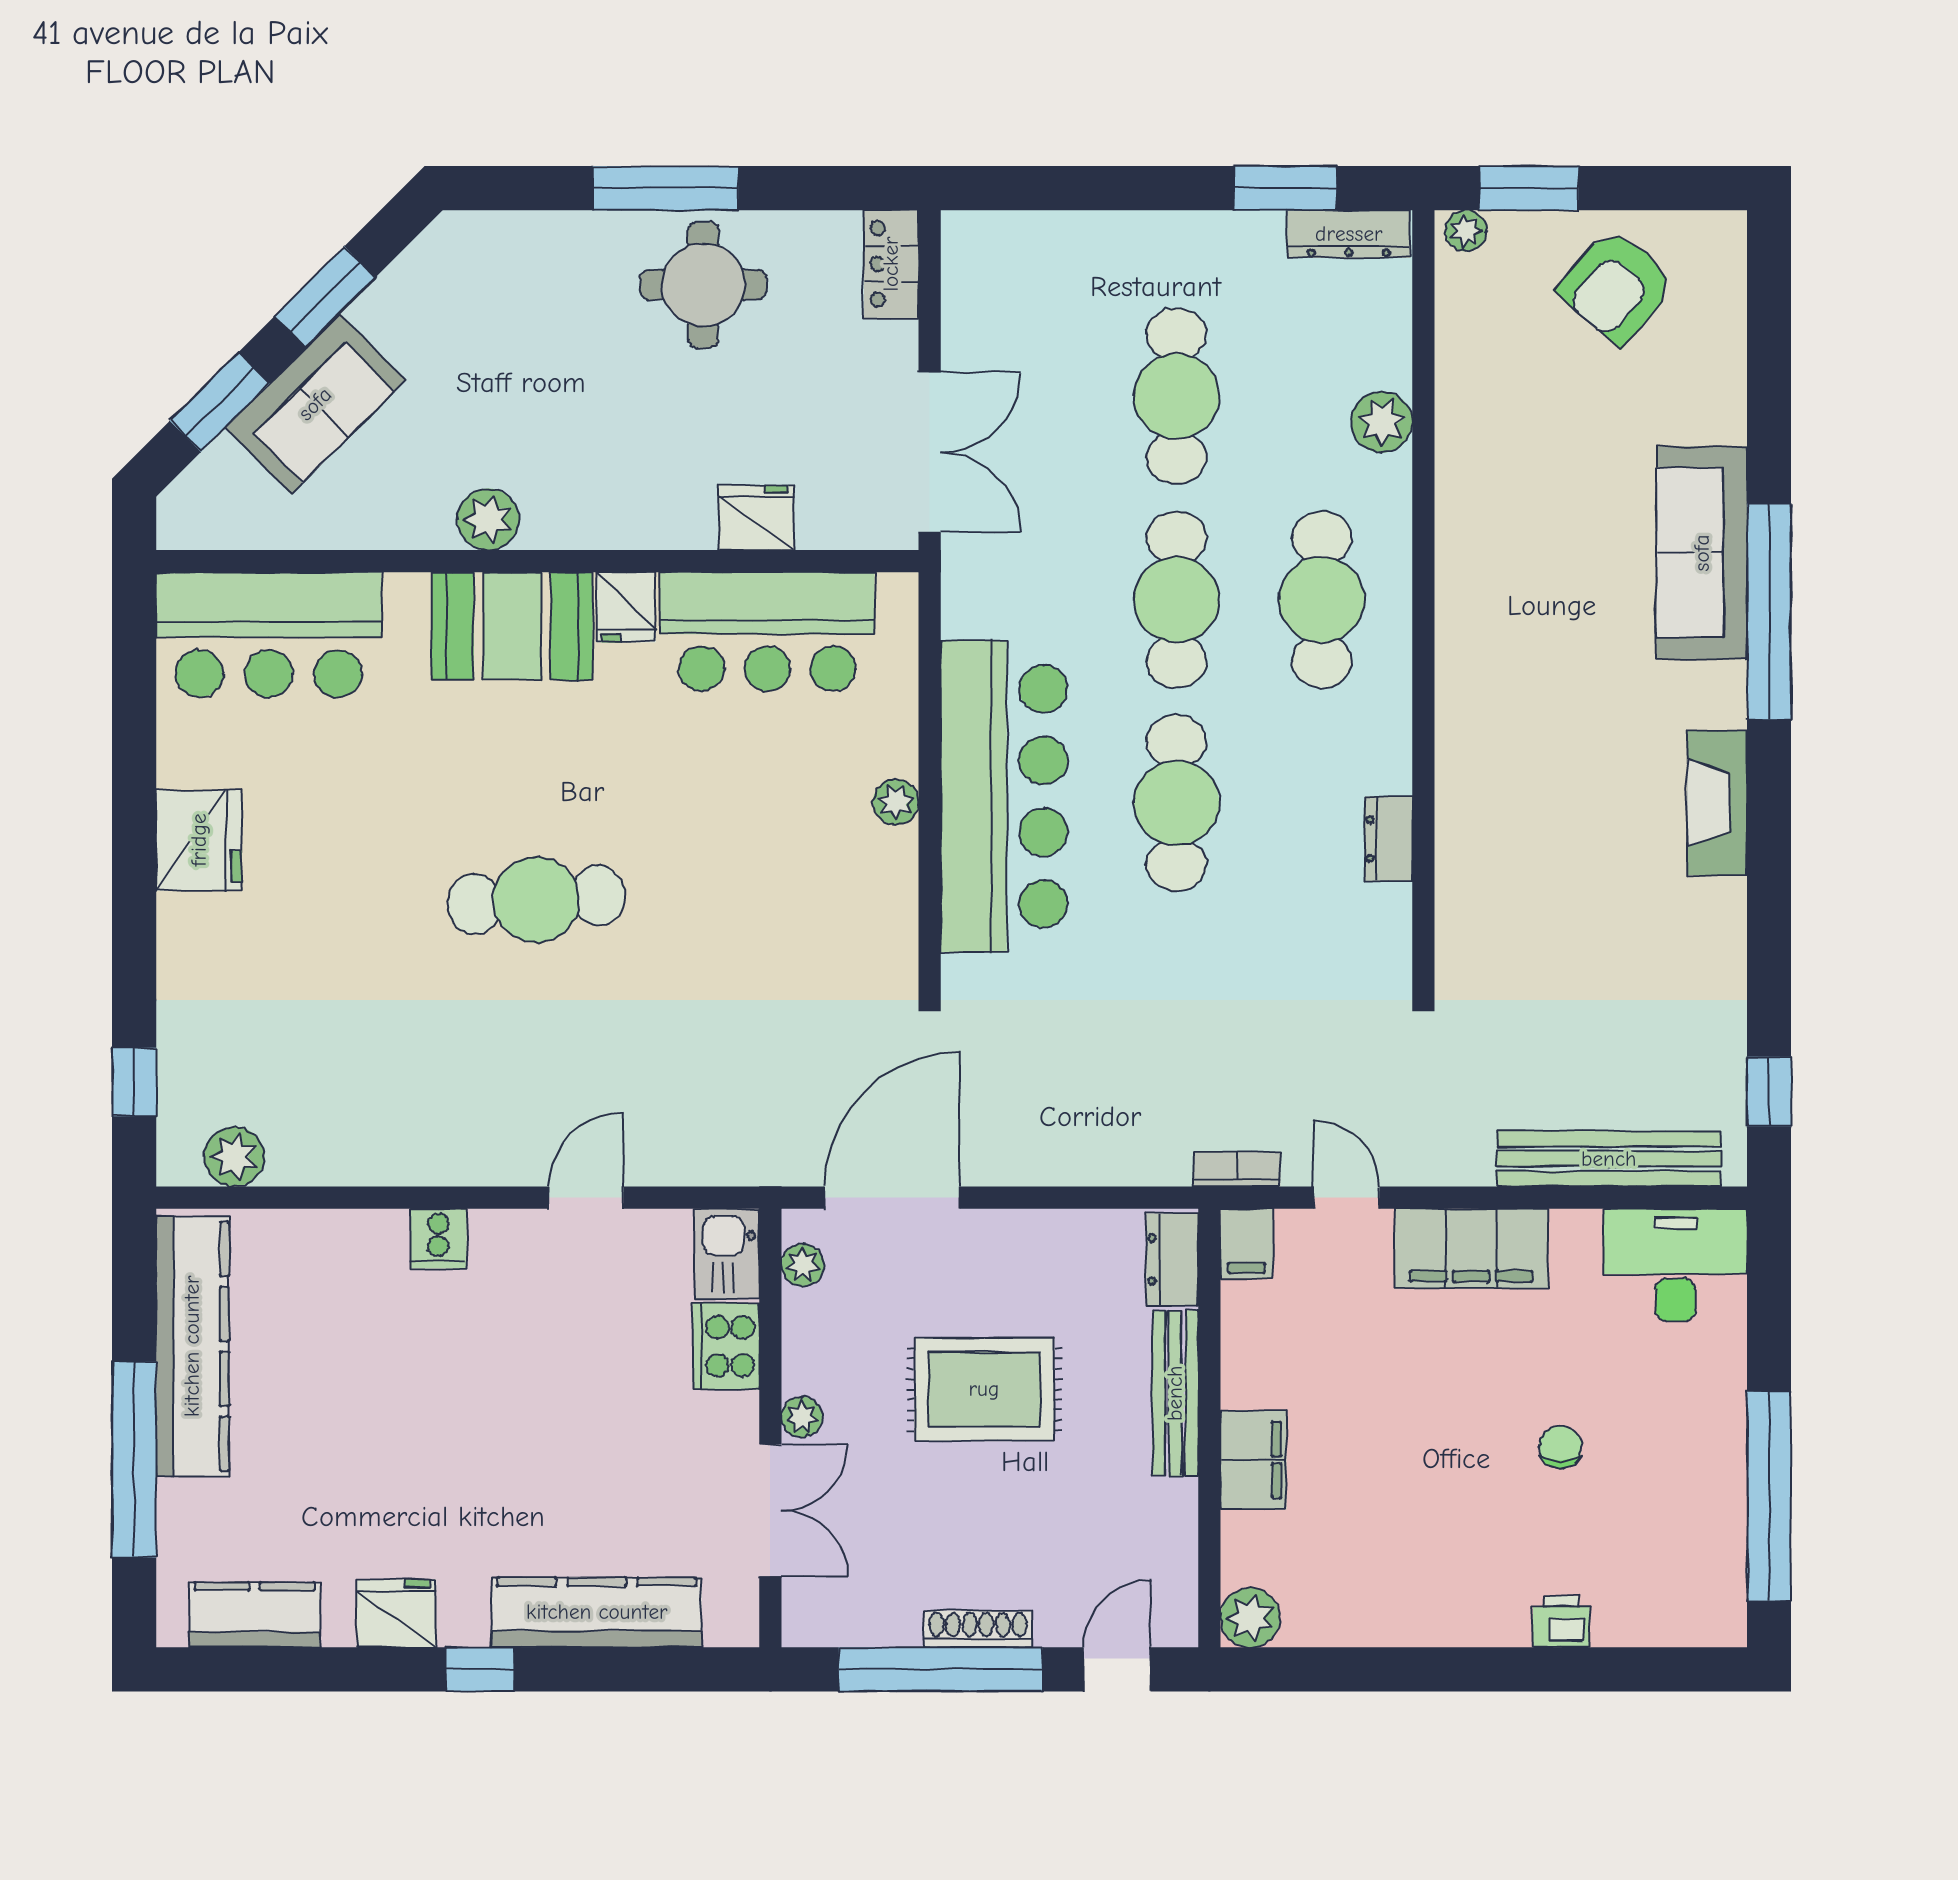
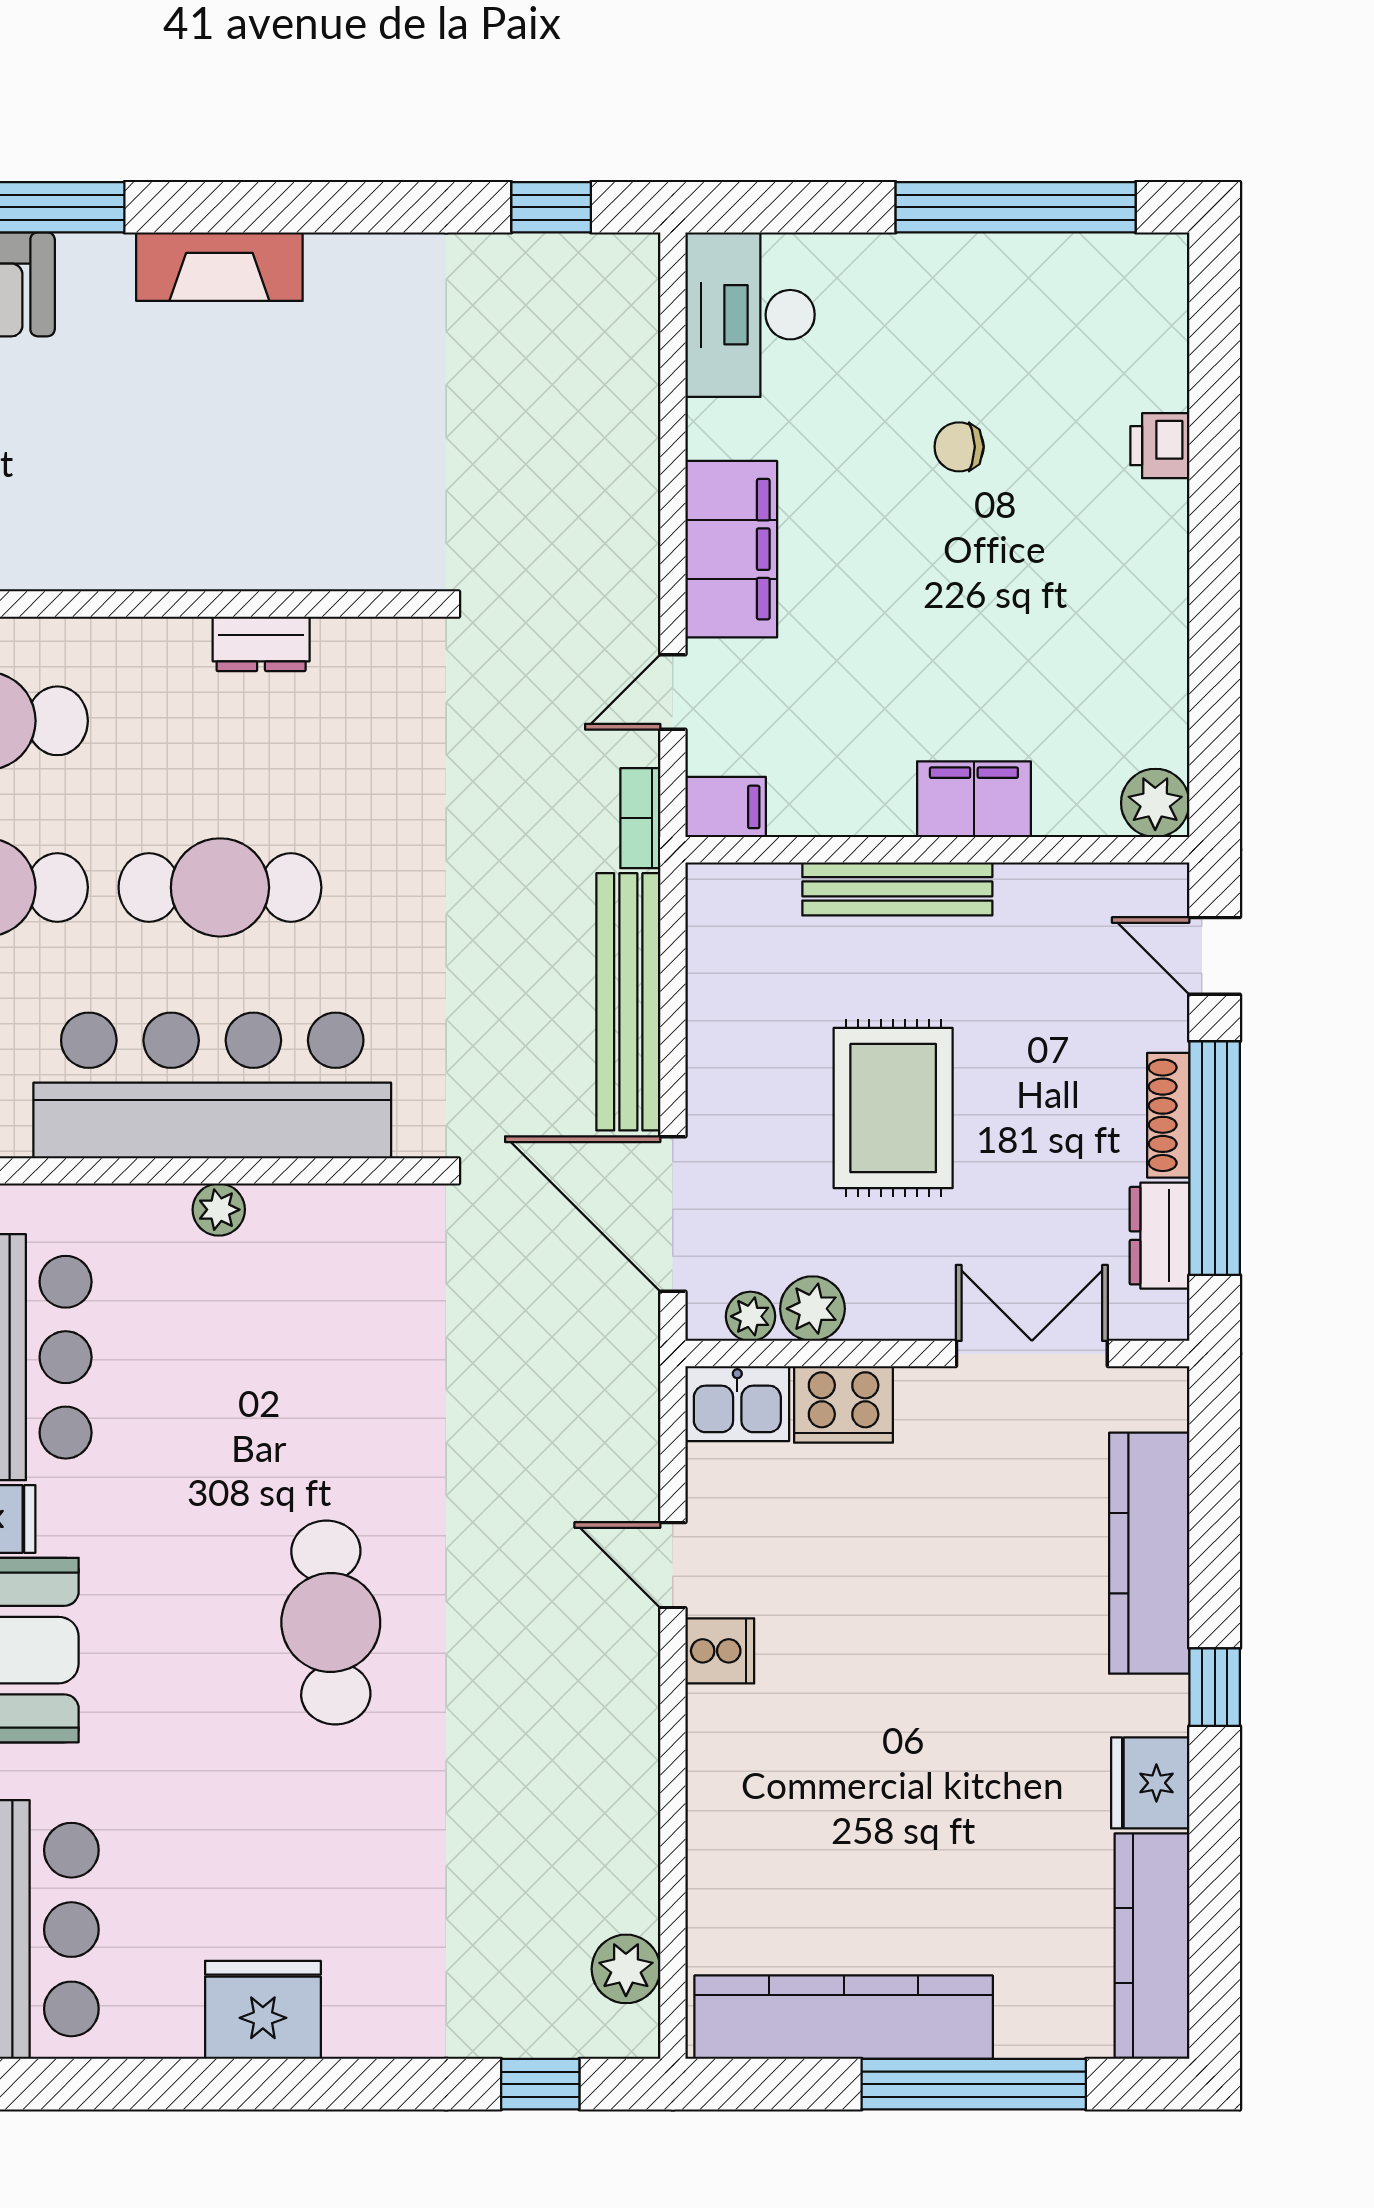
bench: (1609, 1159) -> (628, 1002), moved
cooker: (438, 1238) -> (720, 1651), moved
dresser: (1172, 1260) -> (1160, 1236), moved, turned 90
plant: (802, 1417) -> (812, 1309), moved, width x1.38, depth x1.38
kitchen counter: (255, 1615) -> (1152, 1946), width x1.50

